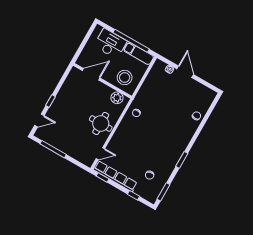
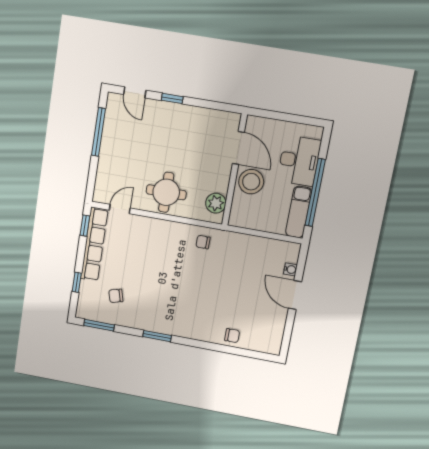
door: (185, 72) -> (295, 295), swing flipped
stool: (125, 78) -> (251, 182), moved
door: (100, 154) -> (120, 209), swing flipped

